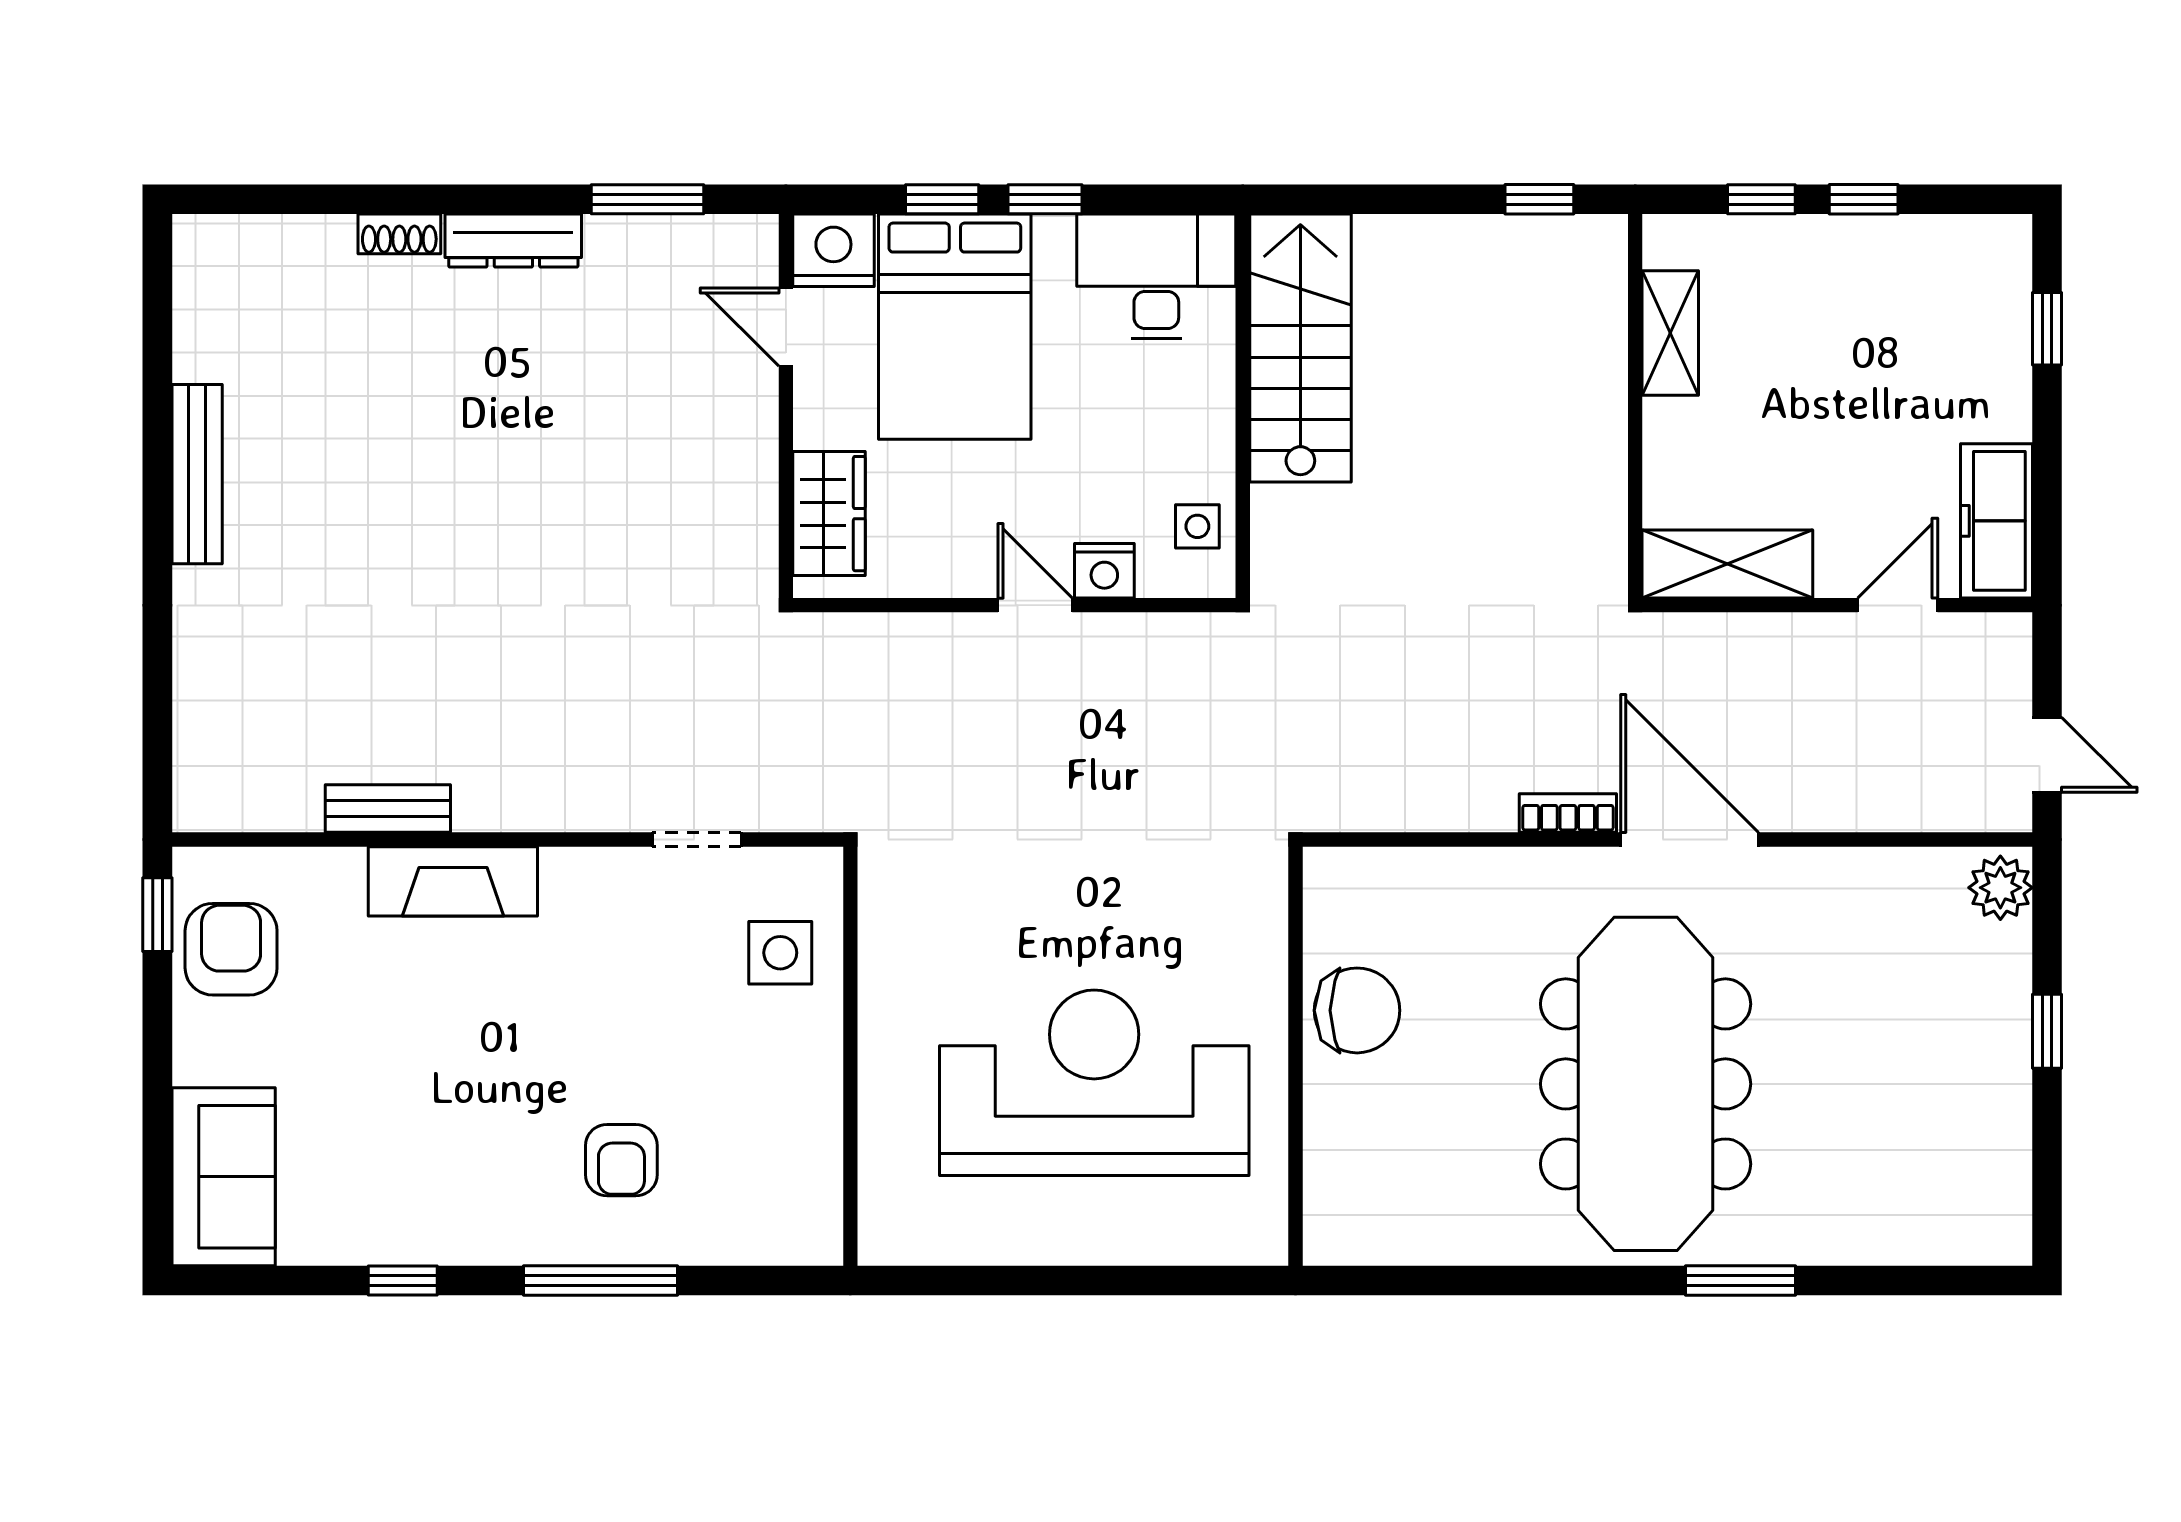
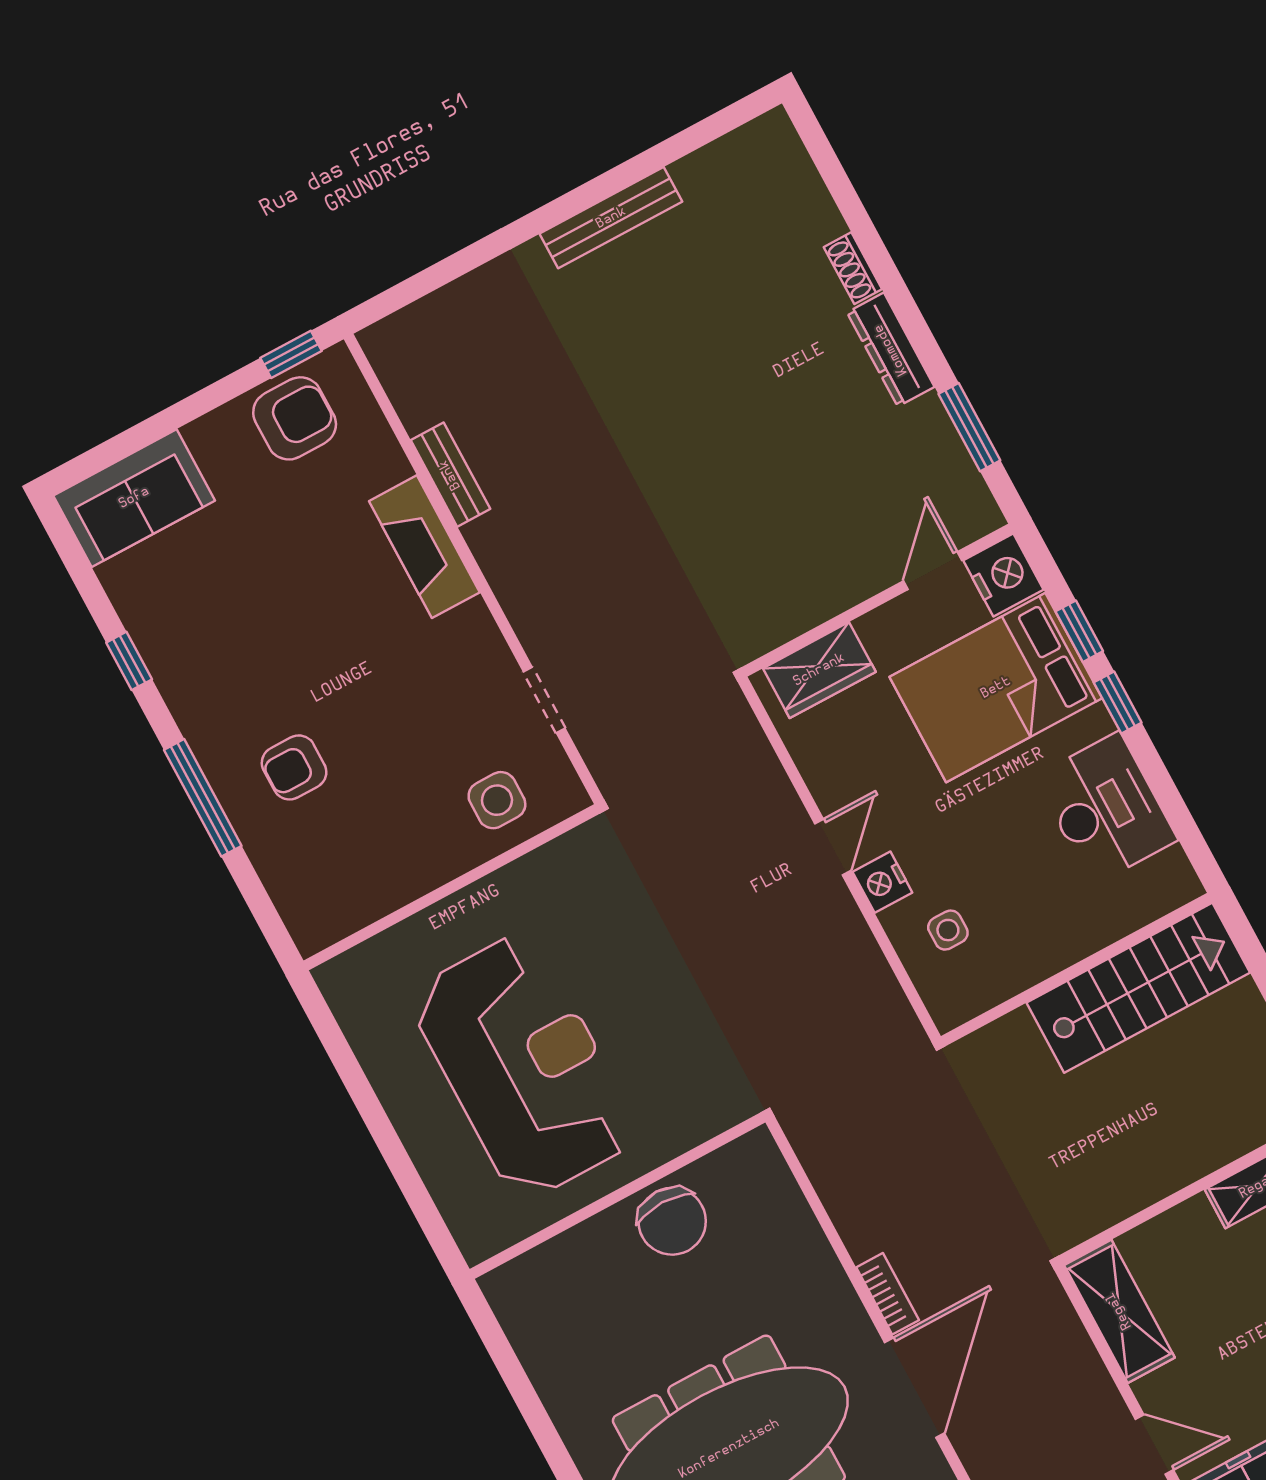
stairs: (1300, 348) -> (1138, 988), moved
wall: (1243, 406) -> (1077, 969), moved

